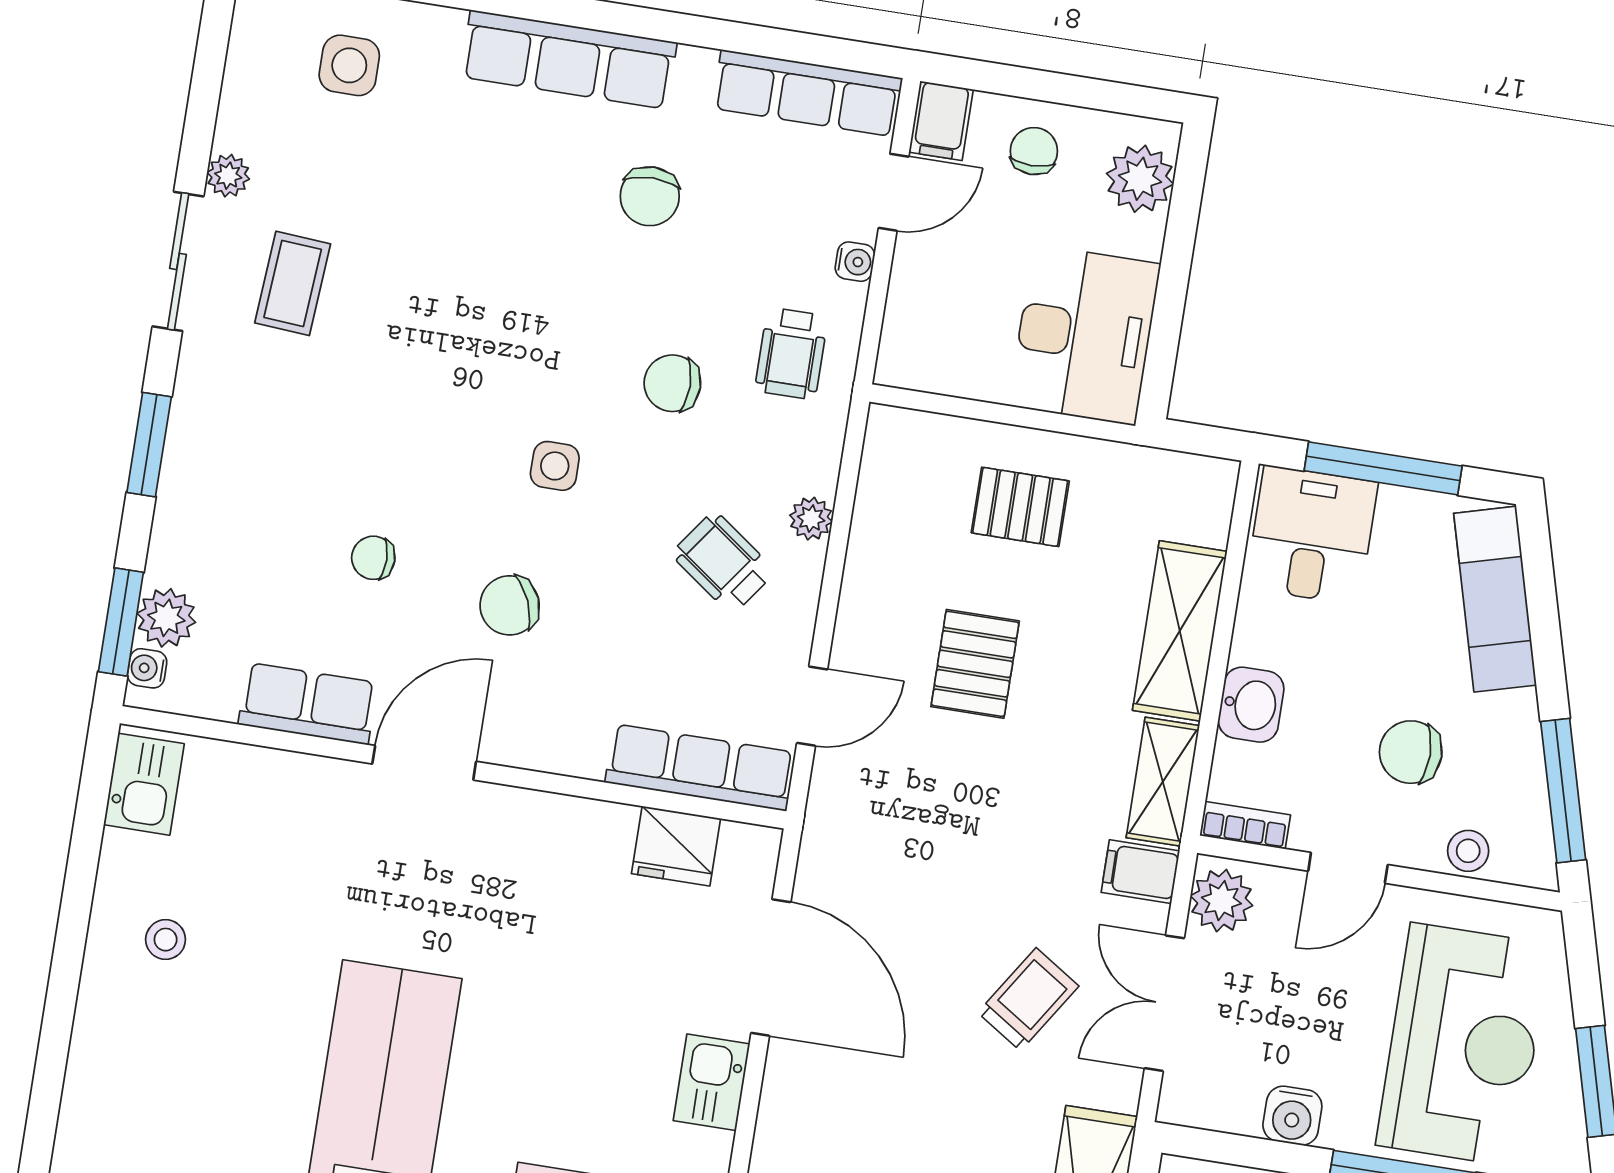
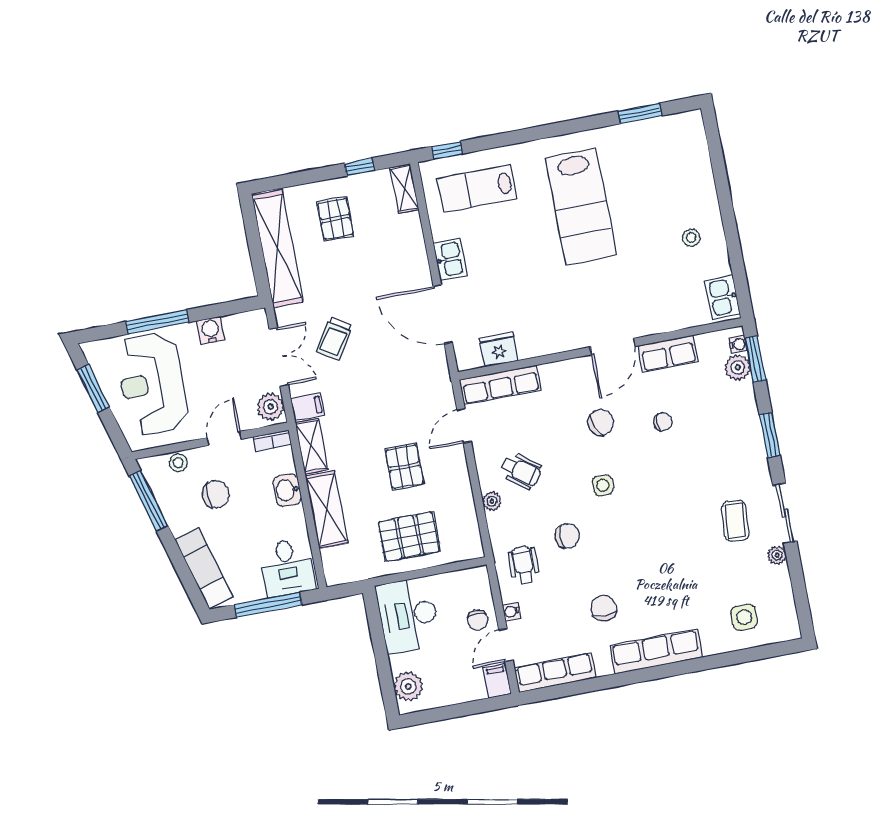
chair: (1034, 151) -> (478, 620), moved
pallet: (1020, 507) -> (409, 536), width x1.50, depth x1.42

